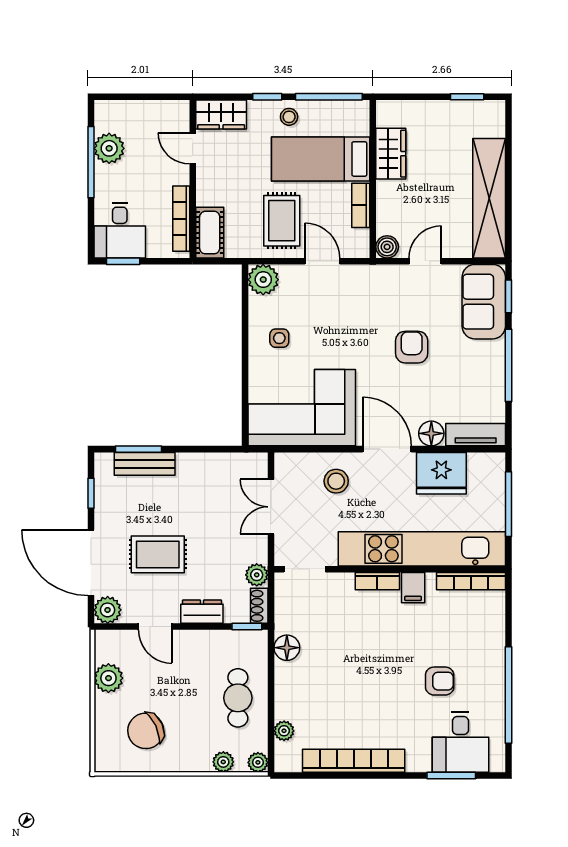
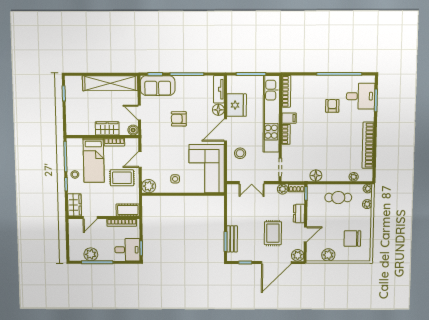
wardrobe: (391, 154) -> (107, 128), moved
chair: (146, 731) -> (352, 239), turned 115

